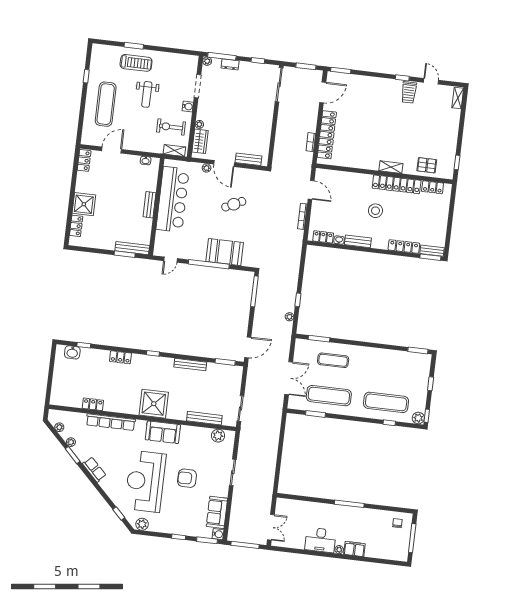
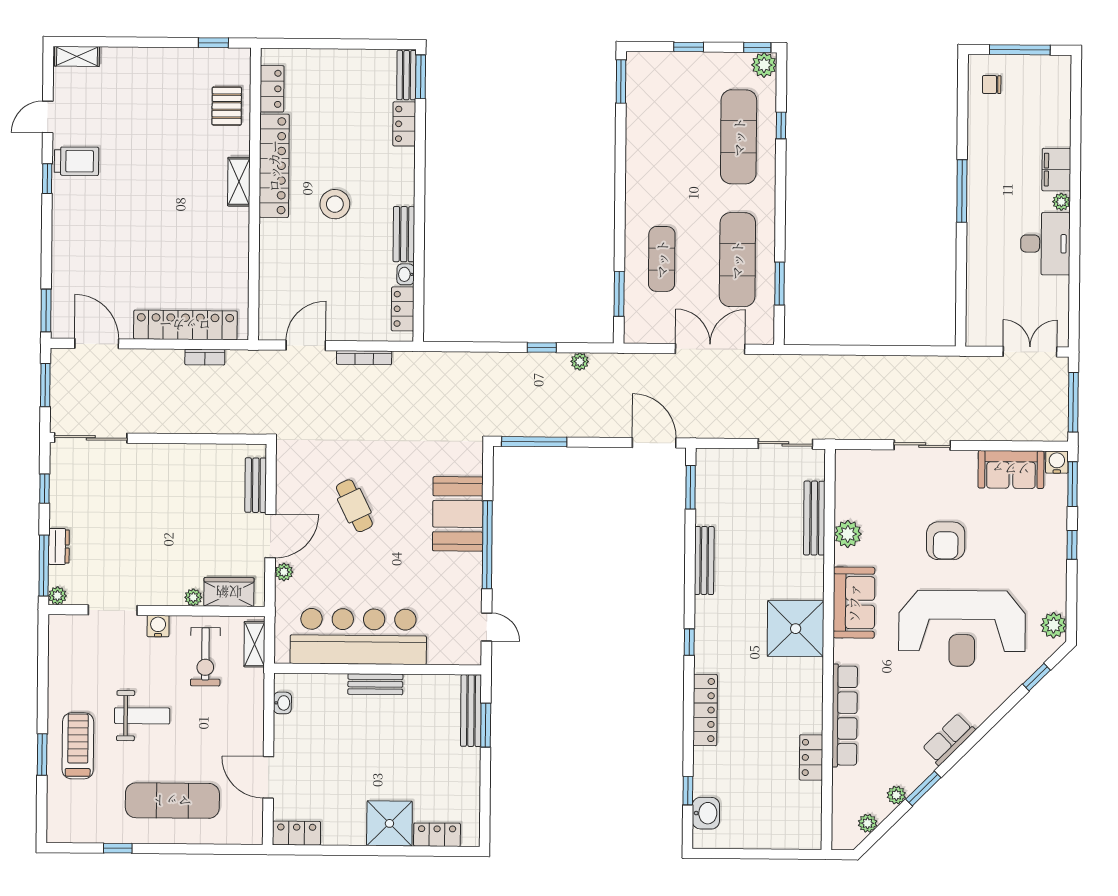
locker: (404, 247) -> (404, 124), width x0.66
locker: (120, 357) -> (705, 710), width x1.53
plant: (218, 436) -> (848, 534), moved

